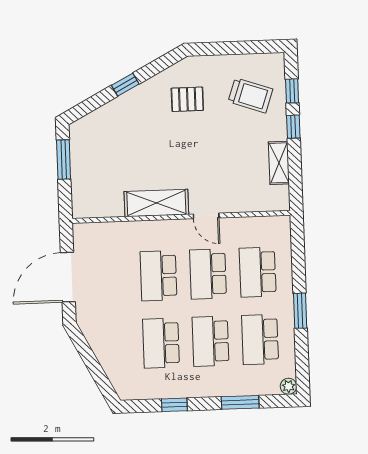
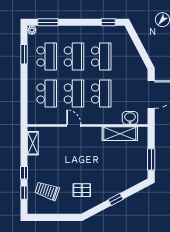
shelving: (279, 163) -> (33, 143), moved
shelving: (156, 203) -> (120, 134), moved
washbasin: (105, 234) -> (130, 118), added
window: (300, 311) -> (24, 54), moved
window: (240, 402) -> (48, 22), moved
window: (174, 405) -> (108, 22), moved

